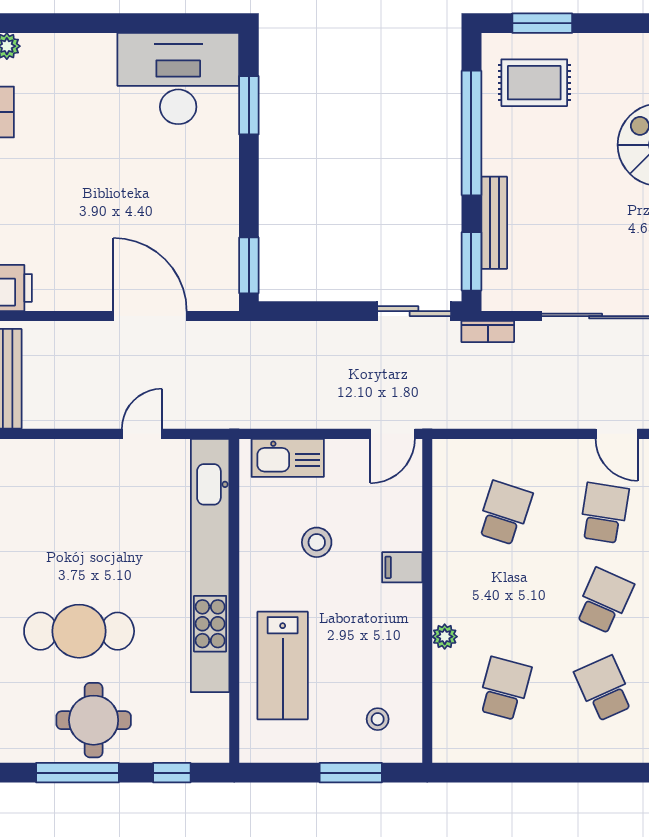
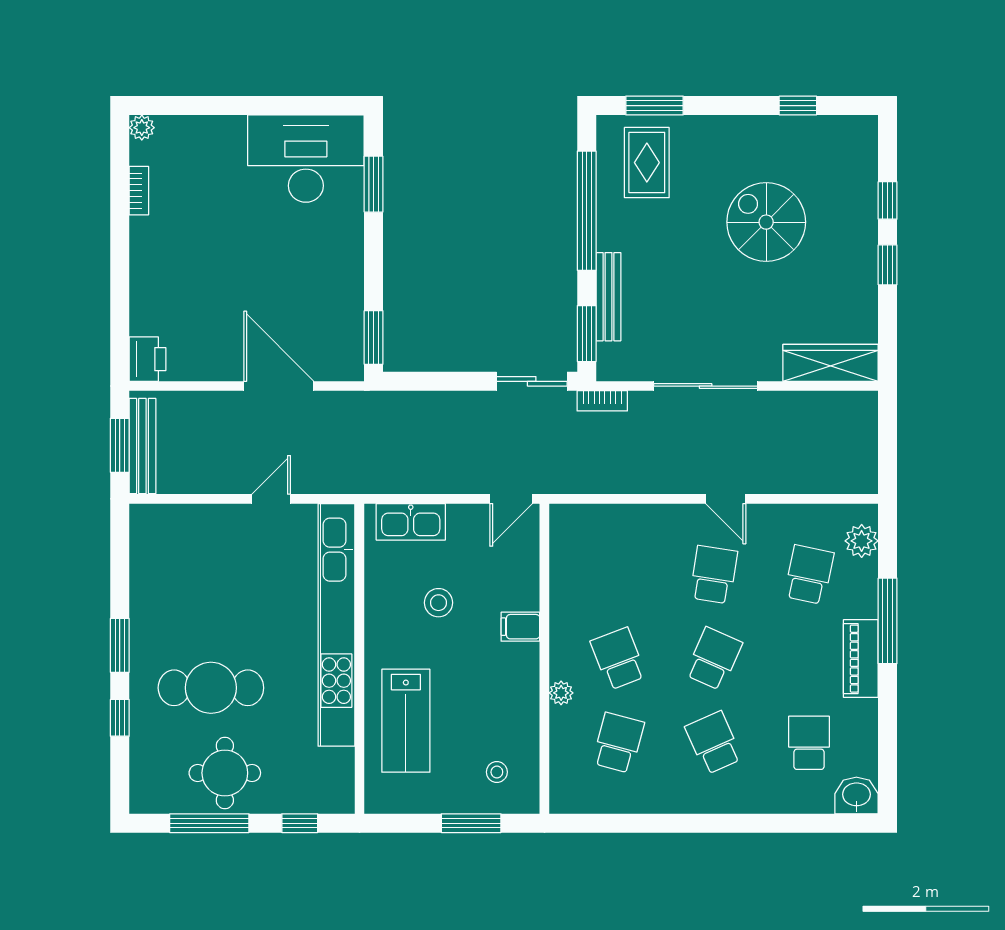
rug: (534, 83) -> (647, 163), turned 90
school desk: (504, 513) -> (618, 659), moved, turned -39

